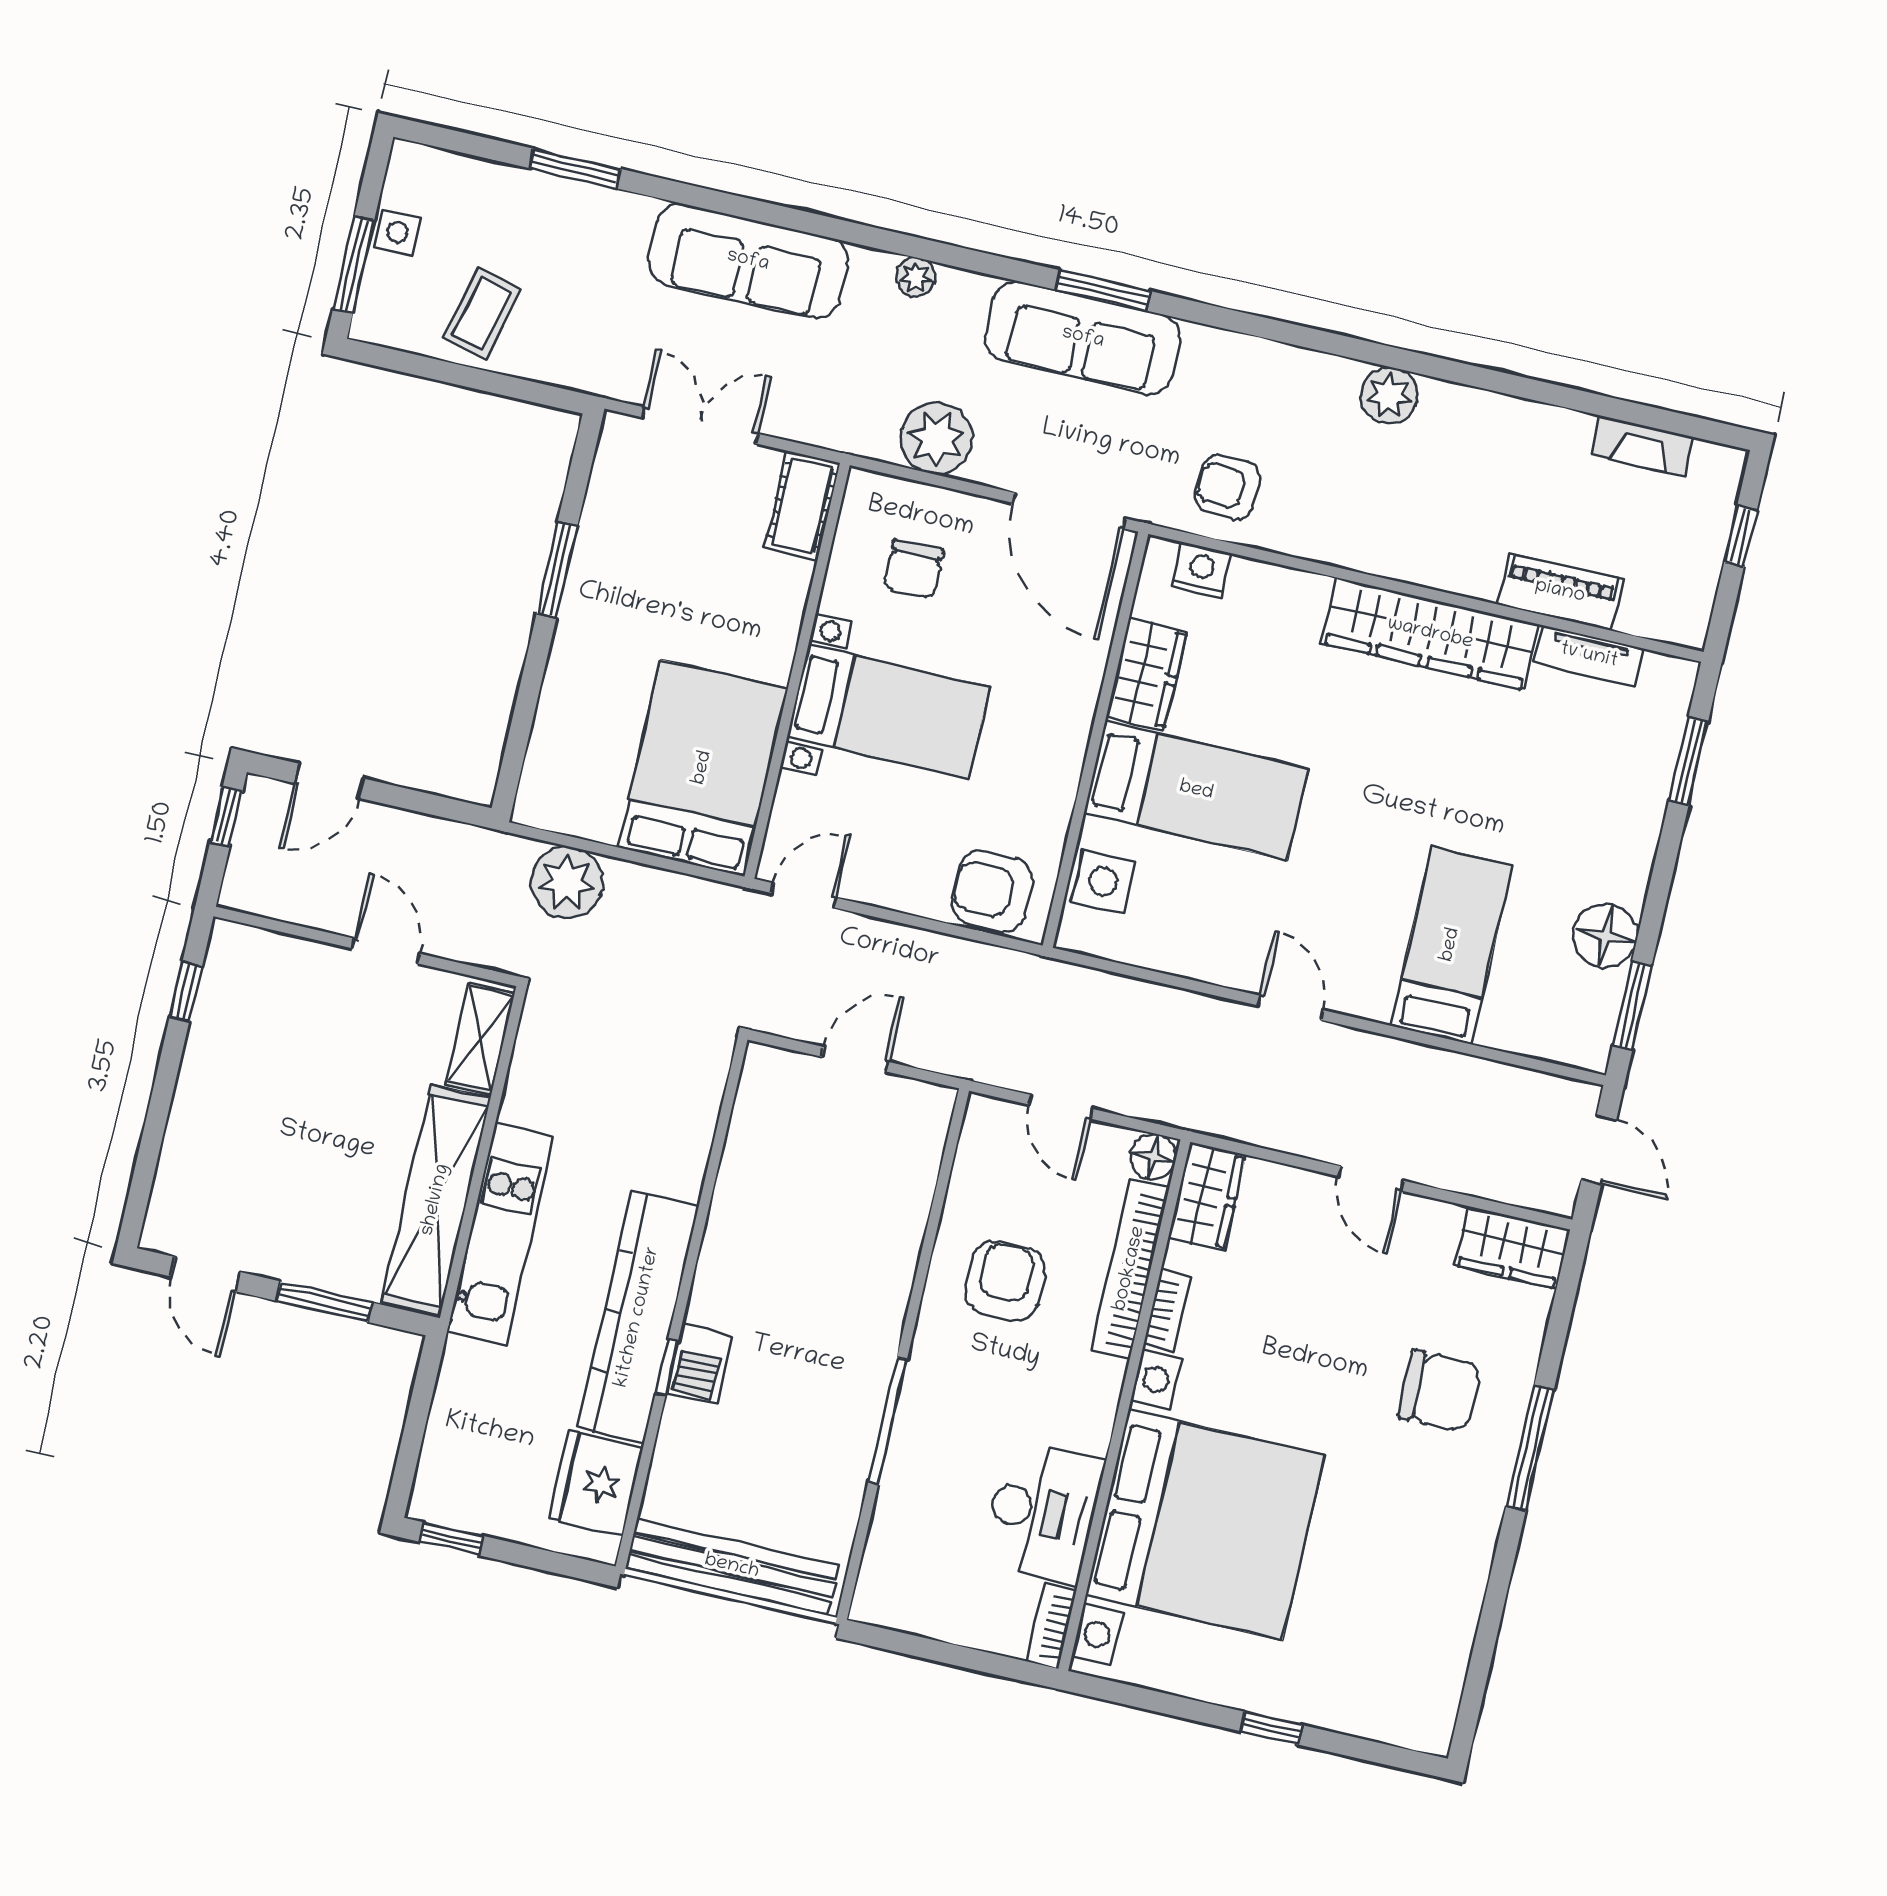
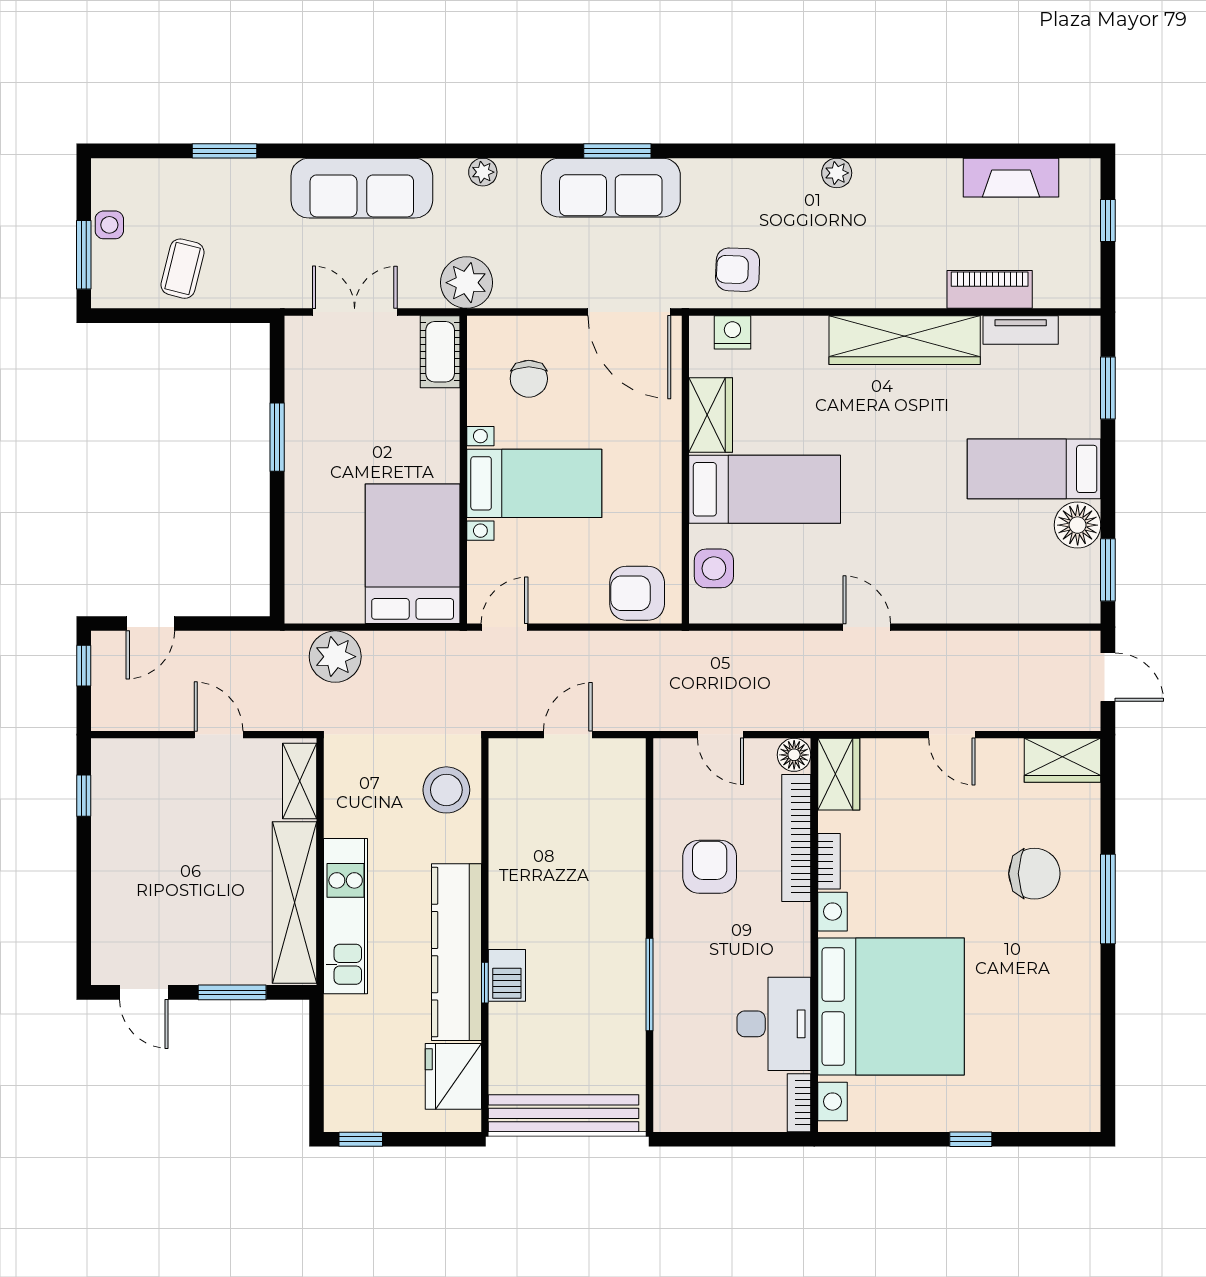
plant: (1389, 396) -> (837, 173), width x0.73, depth x0.73
plant: (936, 438) -> (467, 283), moved
fireplace: (1642, 446) -> (1011, 178), width x1.37, depth x1.32
bed: (1451, 945) -> (1034, 469), moved, turned -90
stool: (675, 1096) -> (446, 790), added

